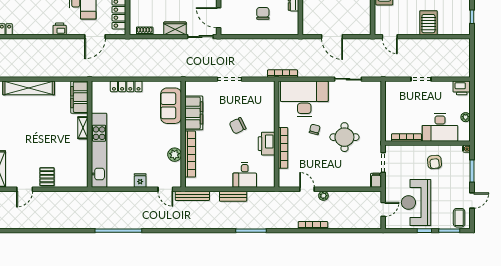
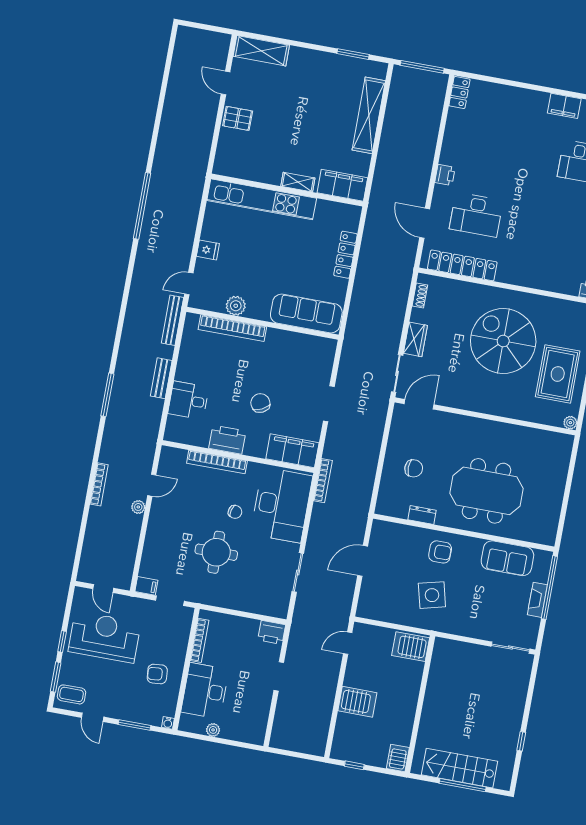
printer: (462, 88) -> (272, 632), moved, turned -90
sofa: (171, 106) -> (306, 314), width x1.36
filing cabinet: (194, 113) -> (292, 451), moved, turned 180

